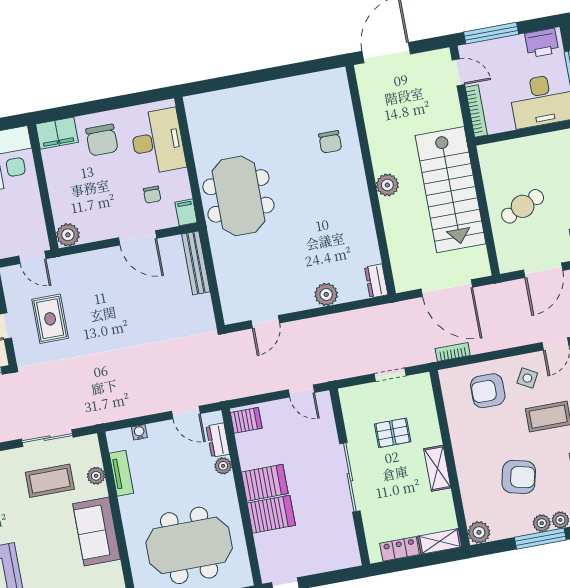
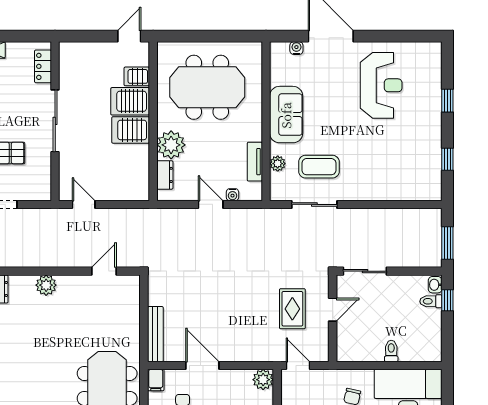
door: (186, 412) -> (211, 204), moved
server rack: (246, 420) -> (137, 76), moved
plant: (223, 466) -> (171, 145), width x1.88, depth x1.88
locker: (400, 549) -> (43, 66), moved, turned 90

